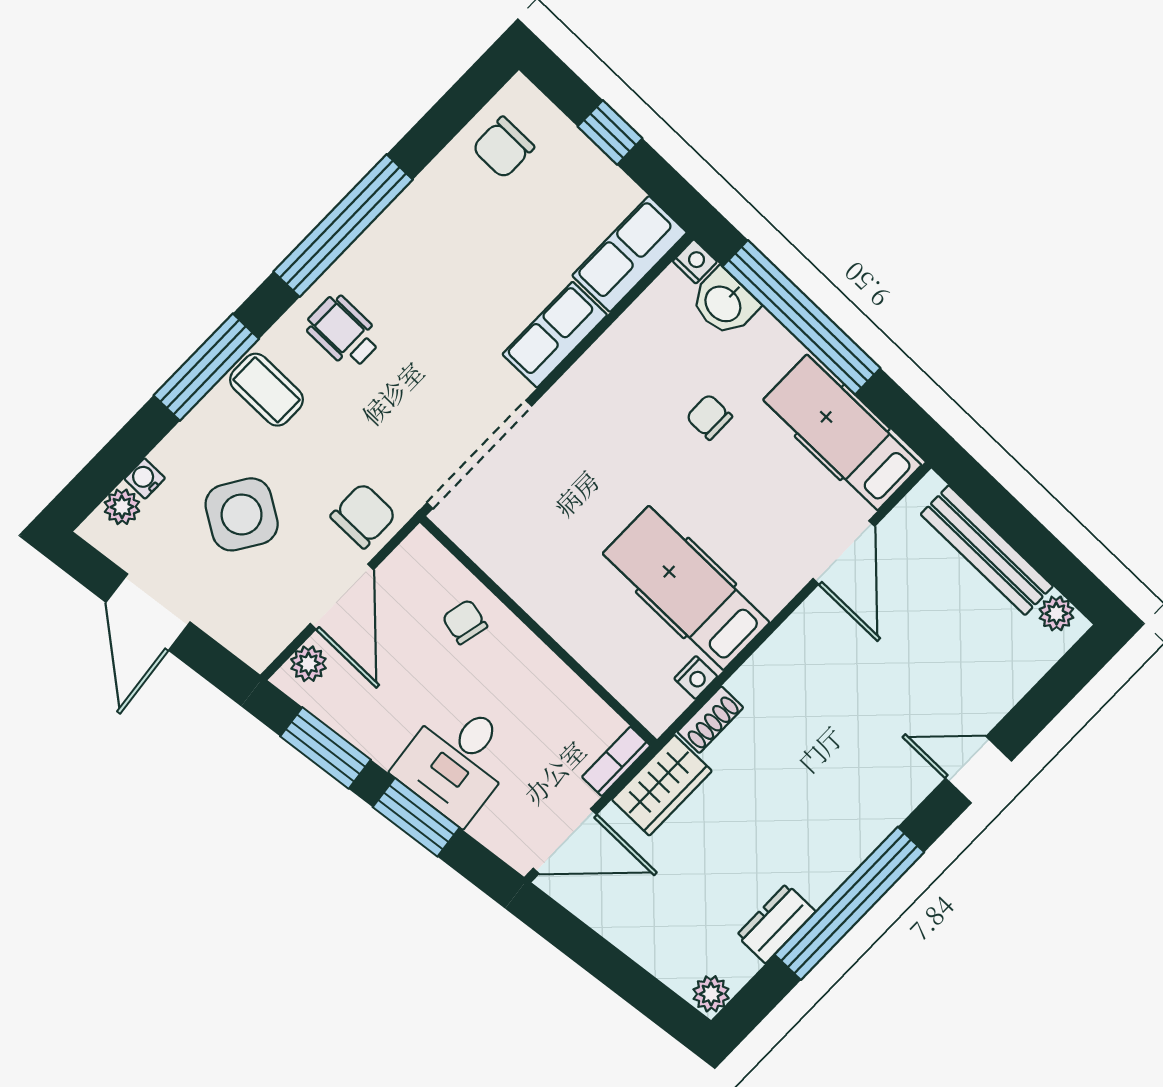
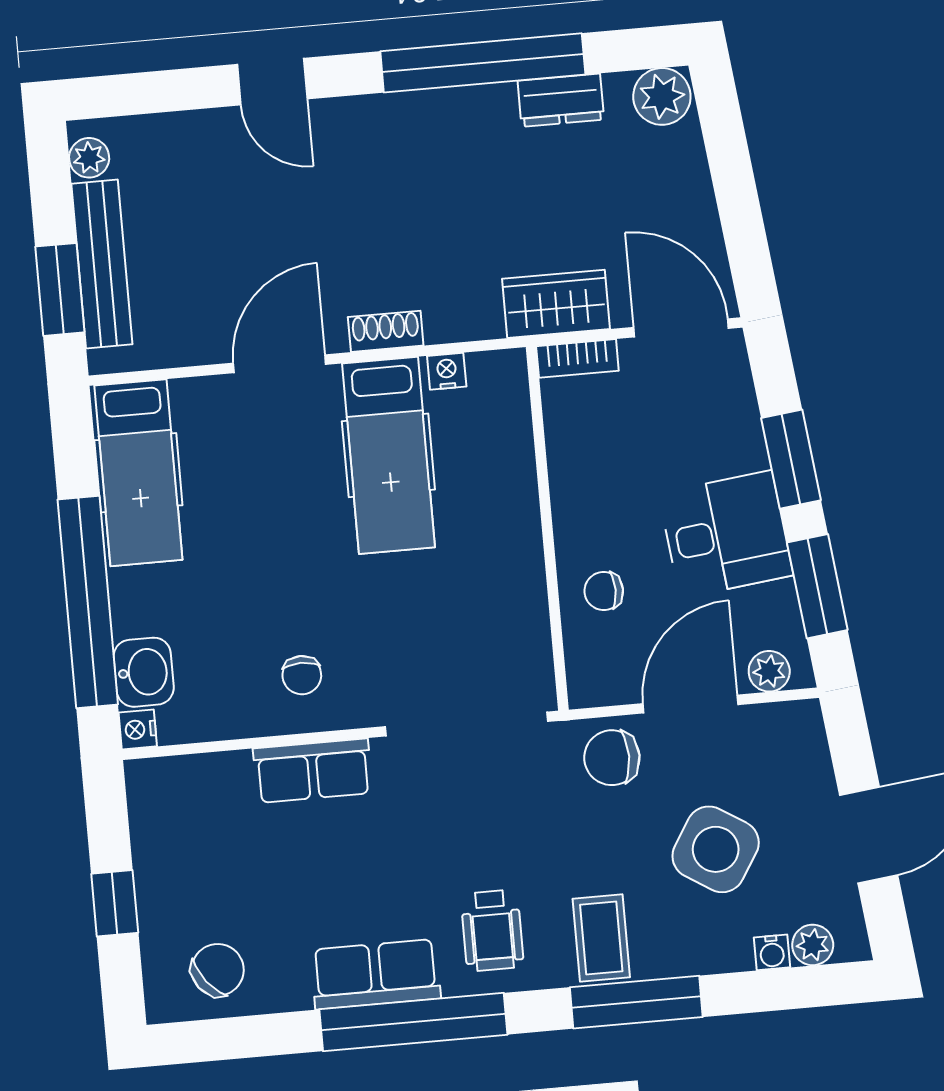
chair: (503, 148) -> (218, 970), turned -38
row of seats: (630, 254) -> (376, 974), moved, turned 180
chair: (709, 417) -> (302, 675), moved
window: (1000, 509) -> (60, 289), added
door: (844, 552) -> (280, 364), moved
chair: (465, 622) -> (604, 591), turned 77
shoe rack: (710, 720) -> (386, 331), moved
desk: (457, 761) -> (726, 534), moved
plant: (711, 994) -> (662, 96), width x1.38, depth x1.38

